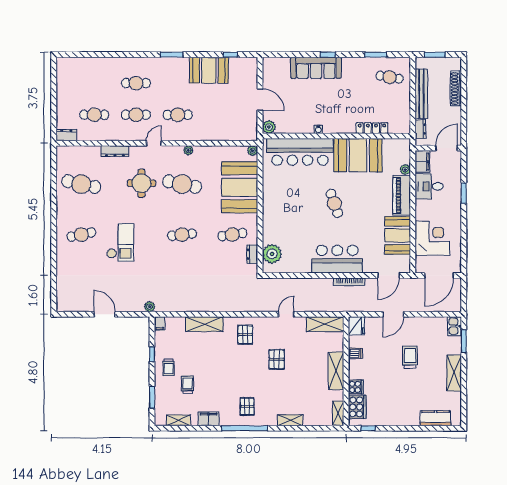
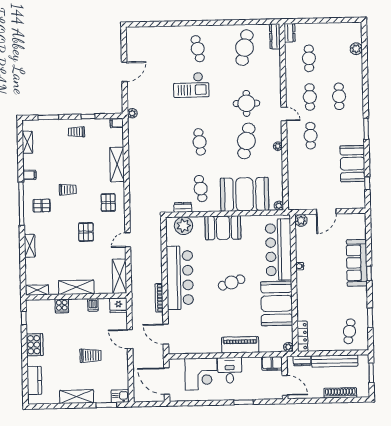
plant: (85, 64) -> (356, 49), added
locker: (372, 128) -> (302, 336), moved
dresser: (115, 151) -> (275, 36), moved
plant: (405, 170) -> (288, 347), moved
desk: (429, 186) -> (230, 370), moved
booth: (398, 235) -> (223, 228), moved
bar counter: (337, 259) -> (180, 278), width x1.36
door: (286, 314) -> (128, 240), swing flipped
pallet: (245, 335) -> (108, 203), turned 90
pallet: (277, 359) -> (86, 232), turned 90
trolley: (188, 385) -> (68, 190), moved
cooker: (357, 407) -> (35, 345), moved, turned -90
filing cabinet: (209, 419) -> (29, 175), width x0.50

